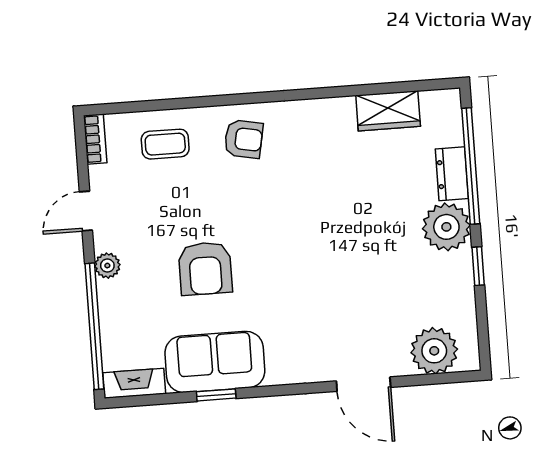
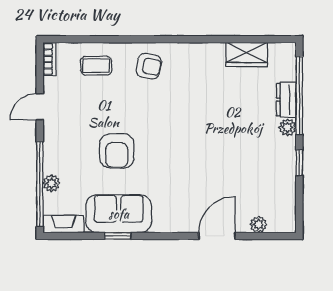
plant: (446, 227) -> (288, 127), width x0.53, depth x0.53
plant: (107, 266) -> (52, 183), moved
plant: (434, 351) -> (258, 224), width x0.53, depth x0.53
door: (363, 384) -> (217, 236), swing flipped

